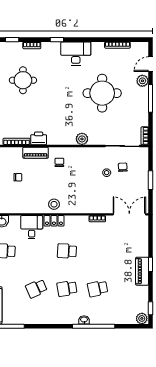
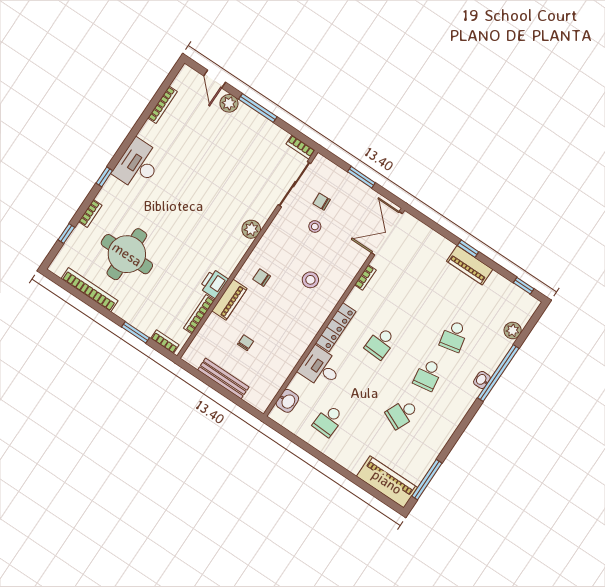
round table: (23, 80) -> (127, 254), width x1.36, depth x1.36
round table: (102, 93) -> (210, 165), removed
stool: (54, 204) -> (310, 280), moved
locker: (54, 221) -> (336, 327), width x1.53
school desk: (36, 288) -> (402, 414), turned 48
plant: (142, 318) -> (513, 331), moved

